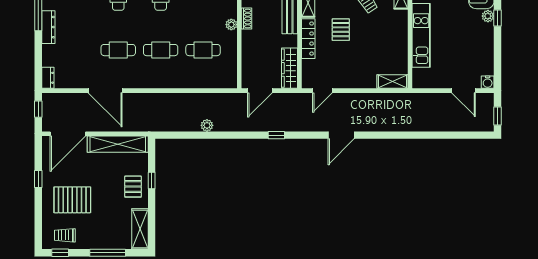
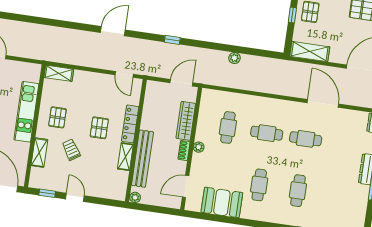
pallet: (387, 34) -> (57, 117), added
cafe table: (203, 50) -> (228, 127), turned 90
wardrobe: (289, 68) -> (186, 121), moved, turned 180
door: (322, 91) -> (124, 74), swing flipped
shelving: (118, 144) -> (310, 52), width x0.68

